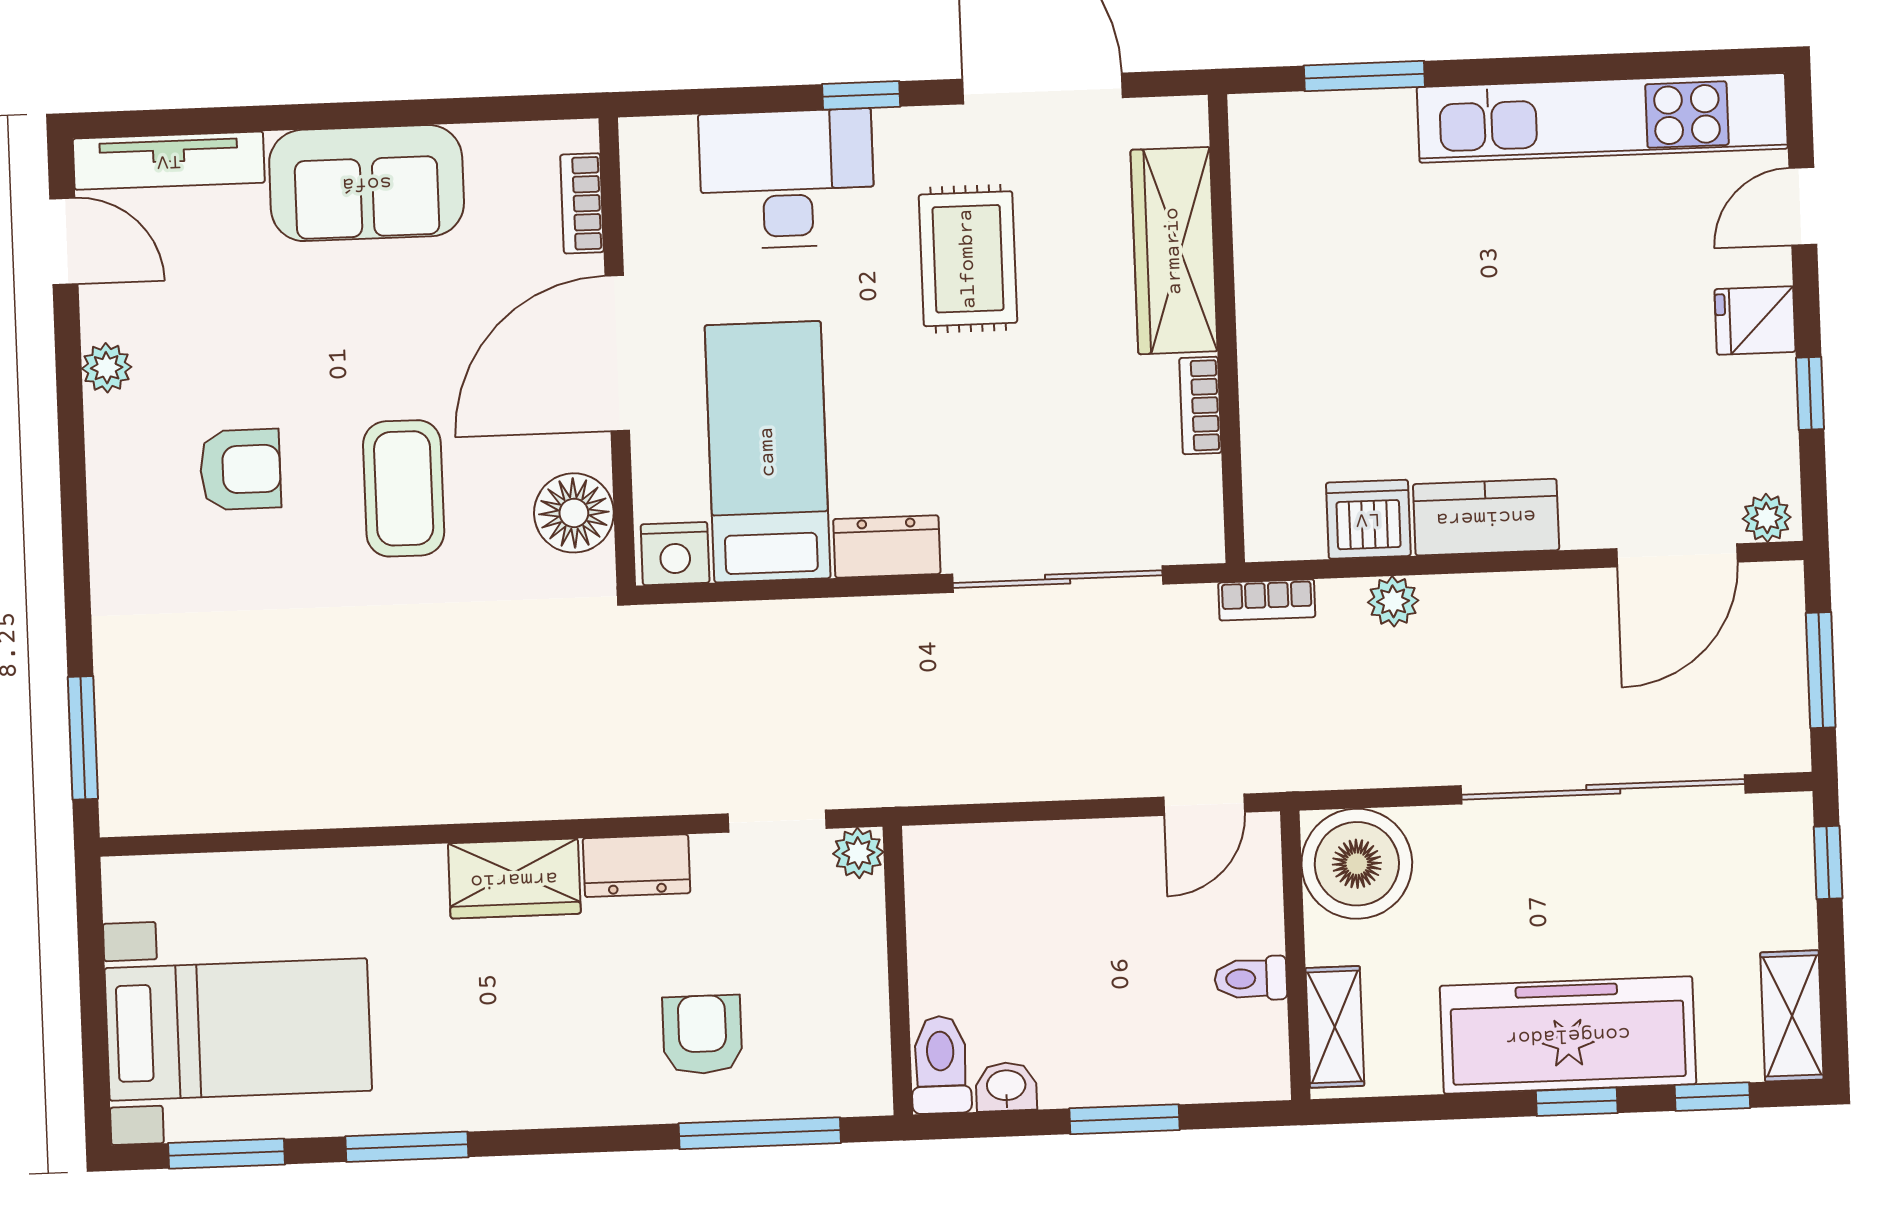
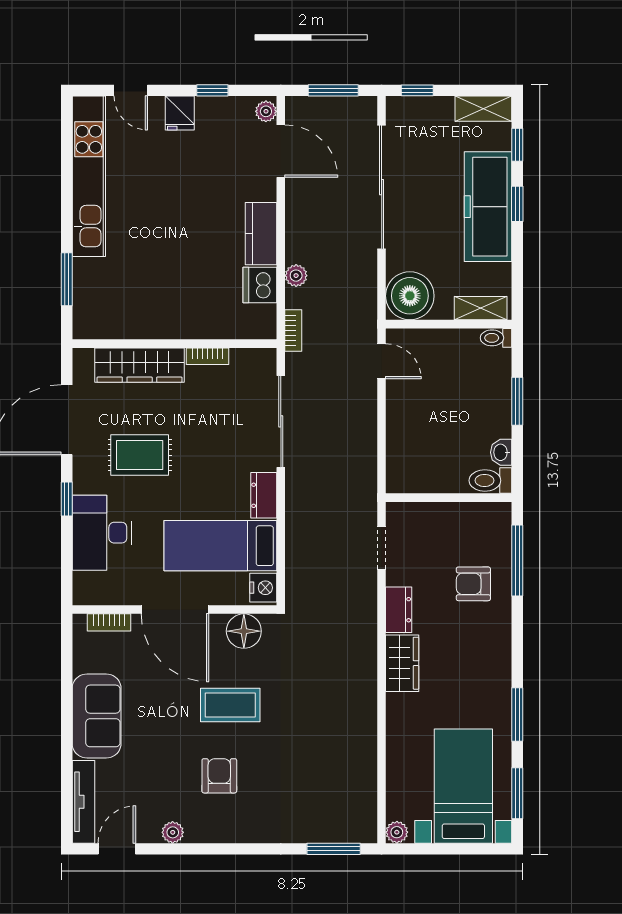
plant: (858, 853) -> (397, 832), moved
toilet: (1251, 979) -> (496, 338), moved, turned 90

